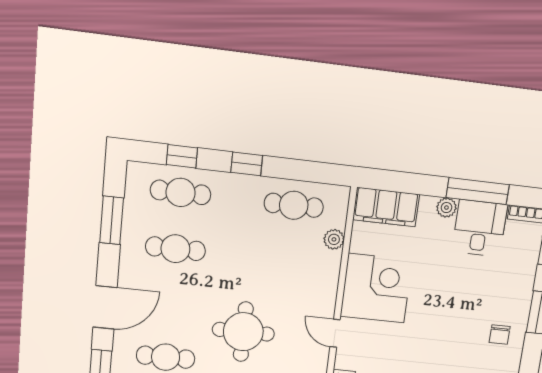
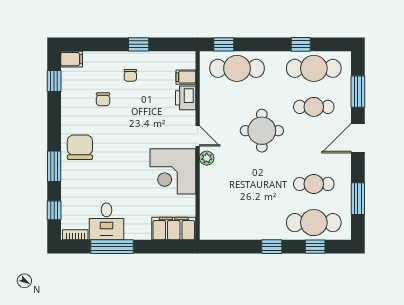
cafe table: (181, 192) -> (314, 223), width x1.37, depth x1.35
cafe table: (294, 205) -> (237, 223), removed
plant: (446, 208) -> (132, 233), removed
plant: (334, 239) -> (207, 158), moved
chair: (500, 335) -> (80, 147), width x1.87, depth x1.87

